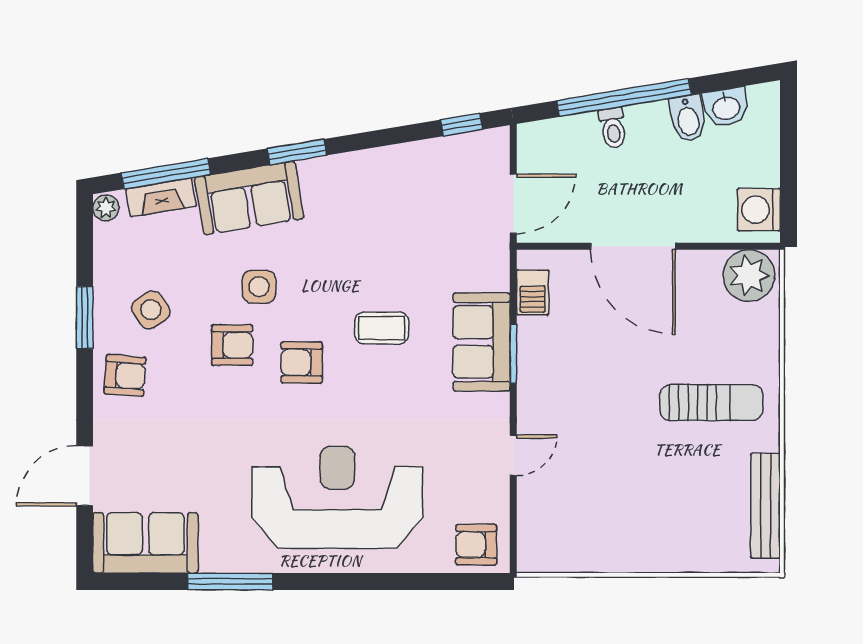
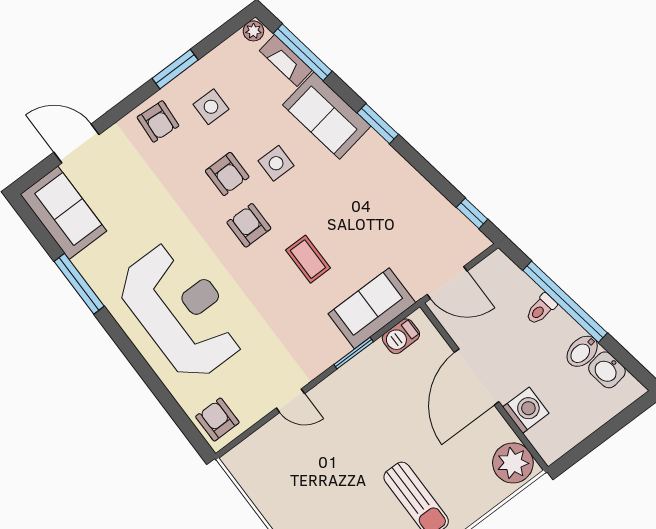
washing machine: (759, 210) -> (526, 410), moved, turned 90
side table: (151, 310) -> (211, 107), turned 34
sofa: (482, 342) -> (372, 308), moved

